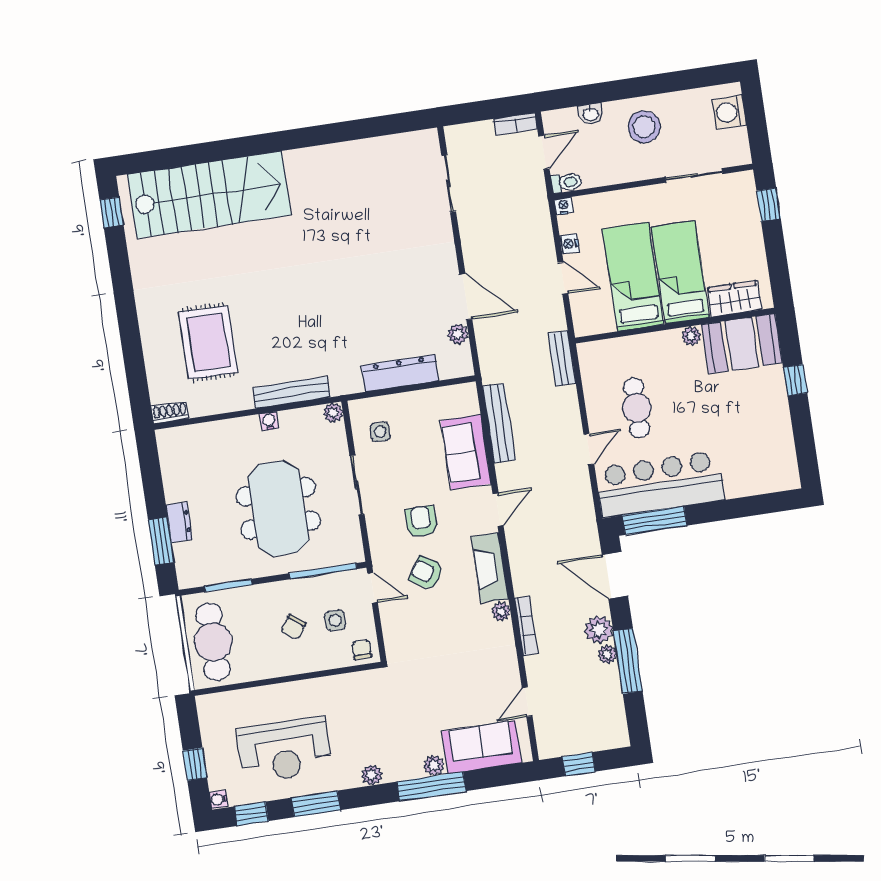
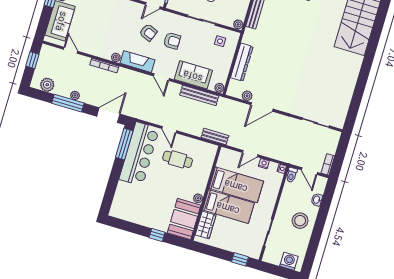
plant: (467, 392) -> (219, 88), added
armchair: (426, 573) -> (148, 32), turned 79
plant: (599, 630) -> (47, 85), moved

